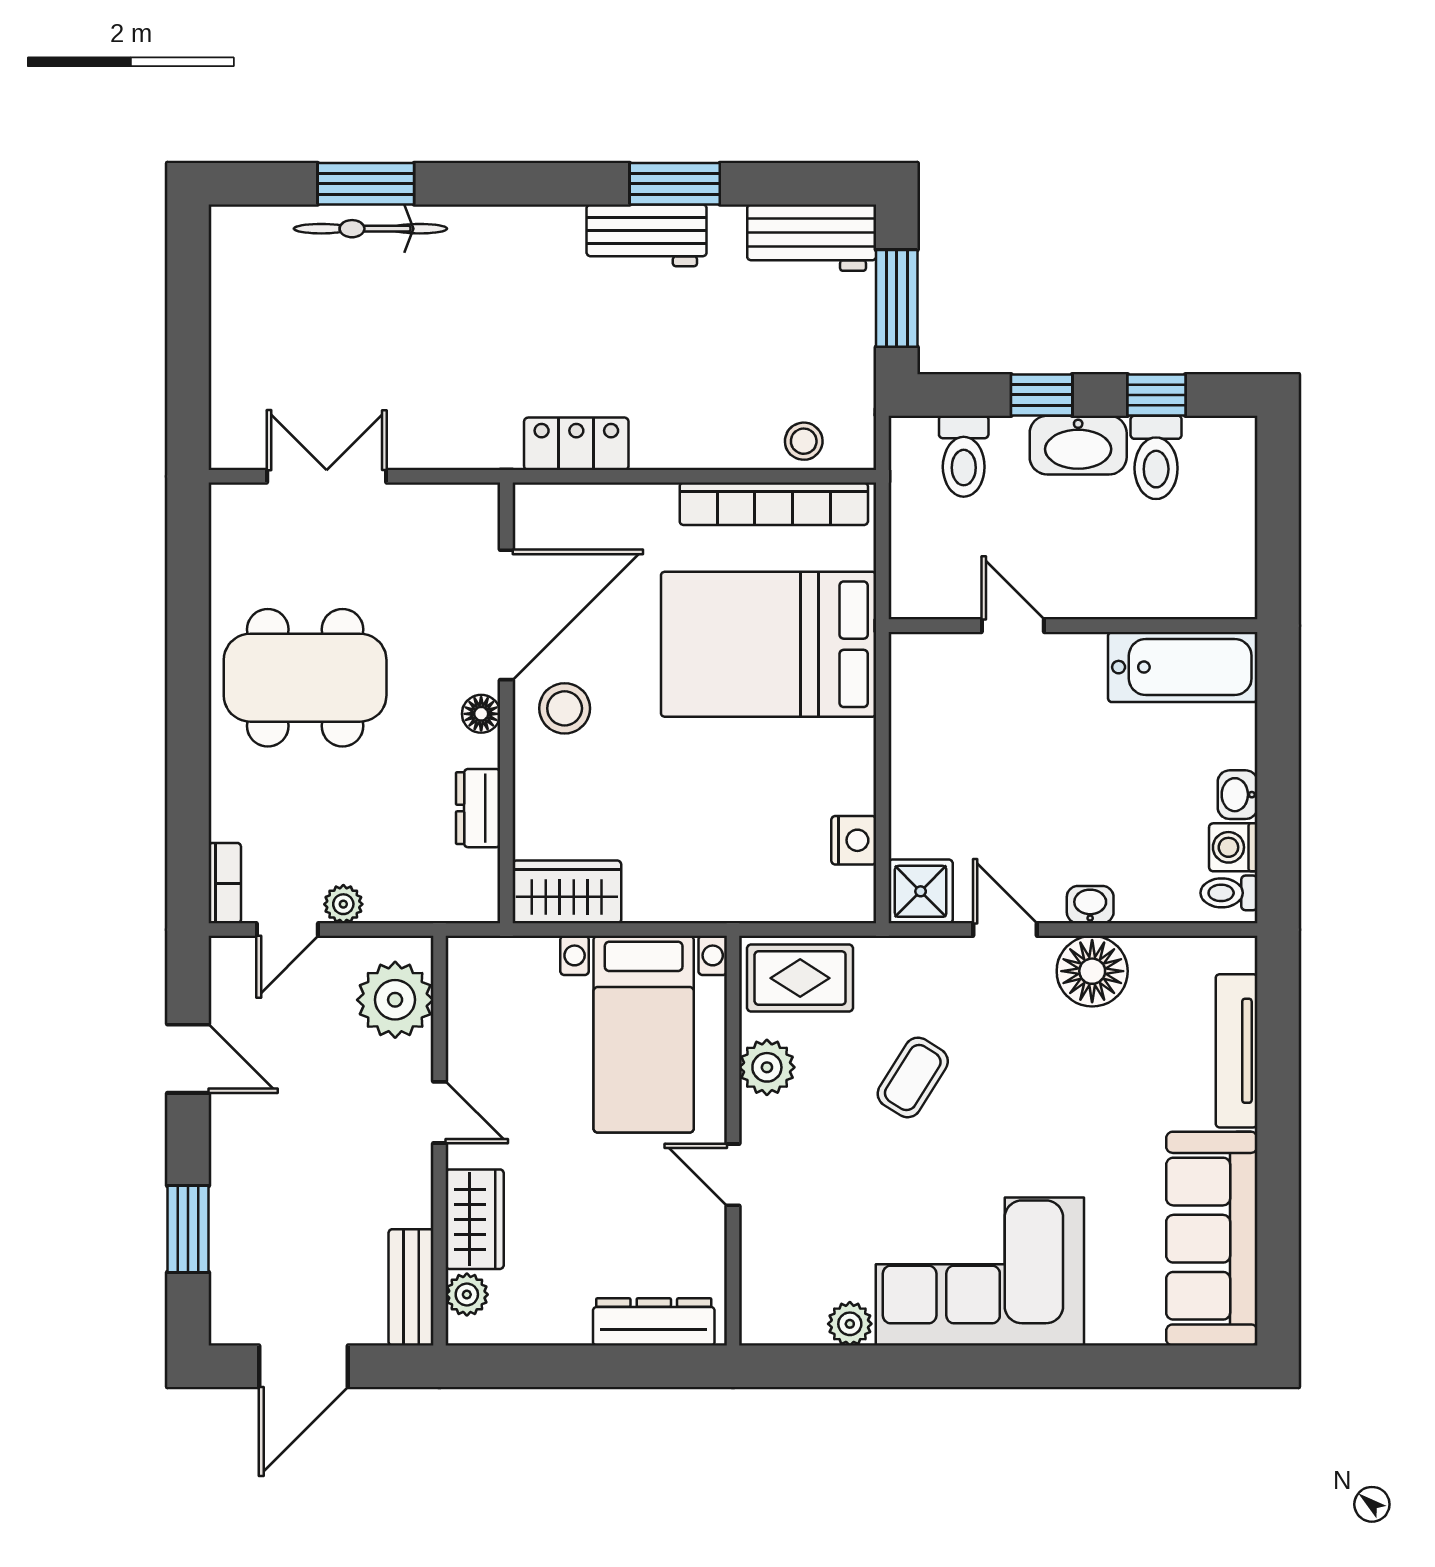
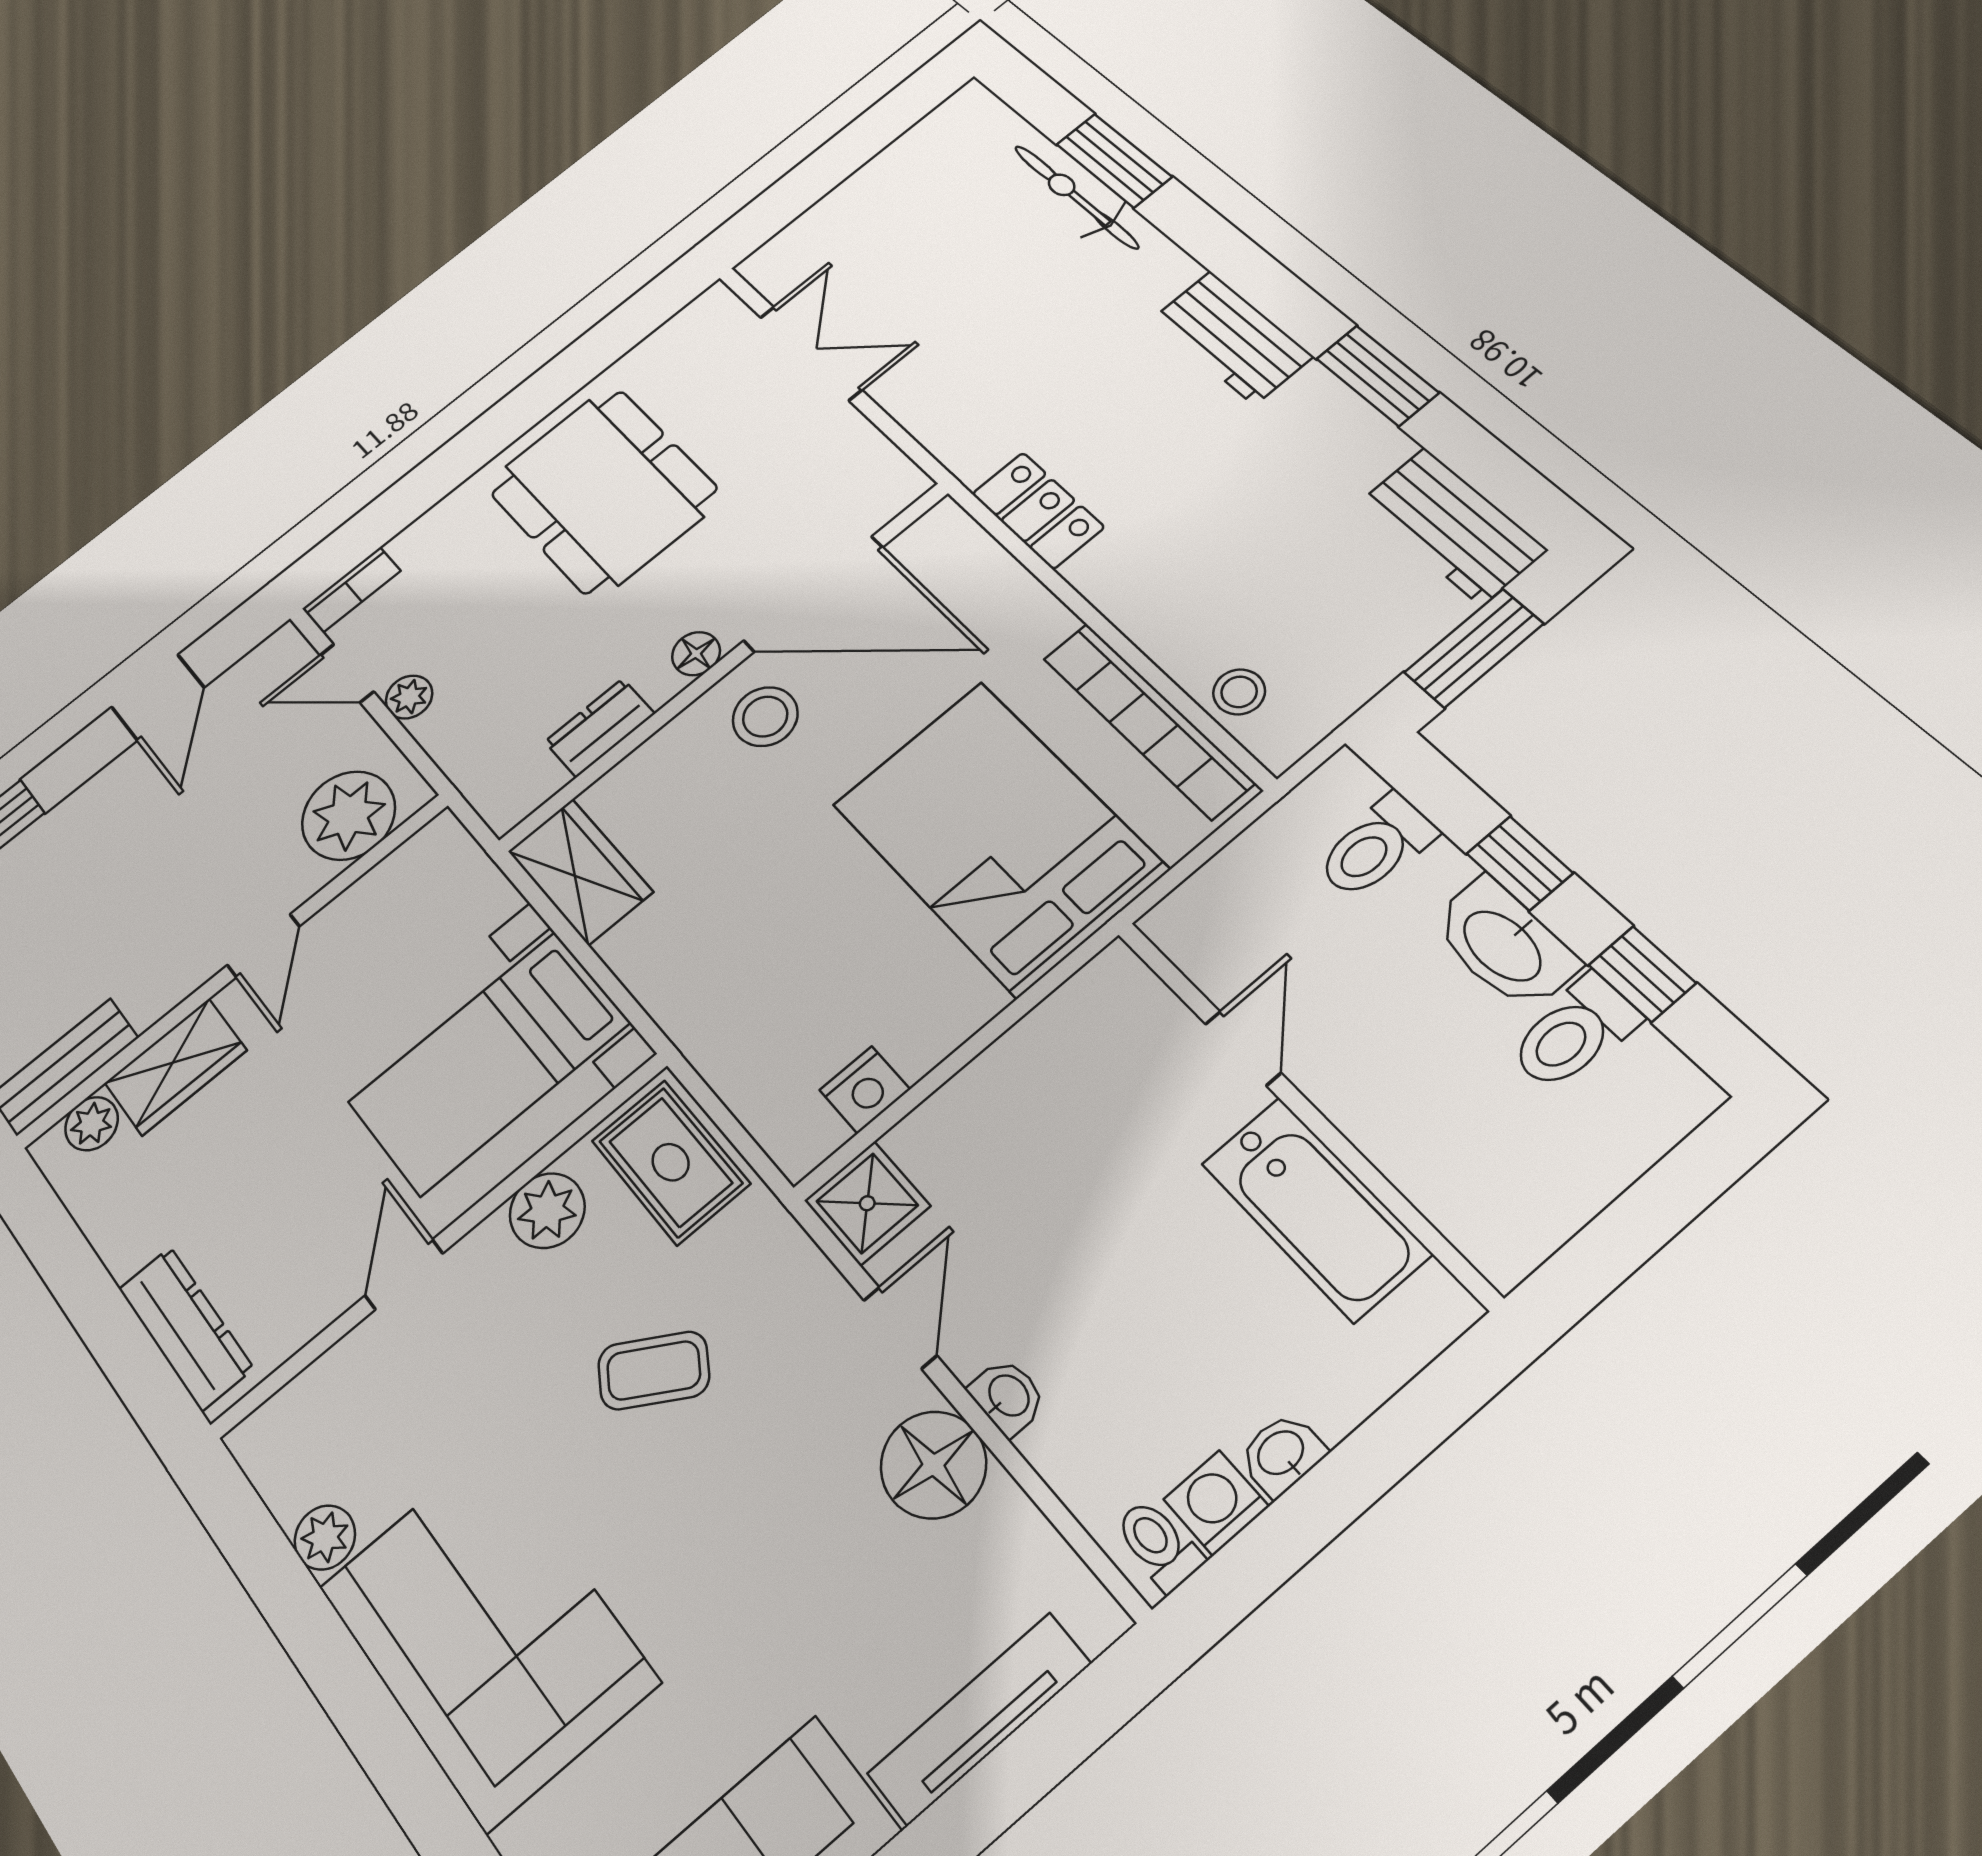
workbench: (647, 235) -> (1232, 338), moved
bathtub: (1183, 667) -> (1316, 1208), moved

